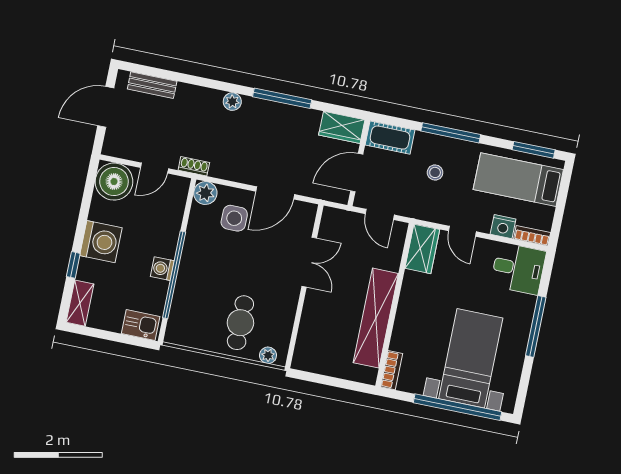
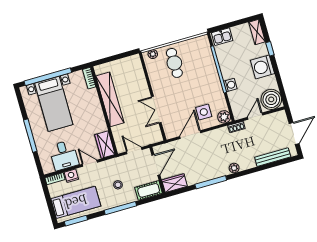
bench: (152, 85) -> (273, 157), width x1.36
washing machine: (162, 269) -> (230, 85), moved
desk: (518, 269) -> (64, 155), moved, turned -90

